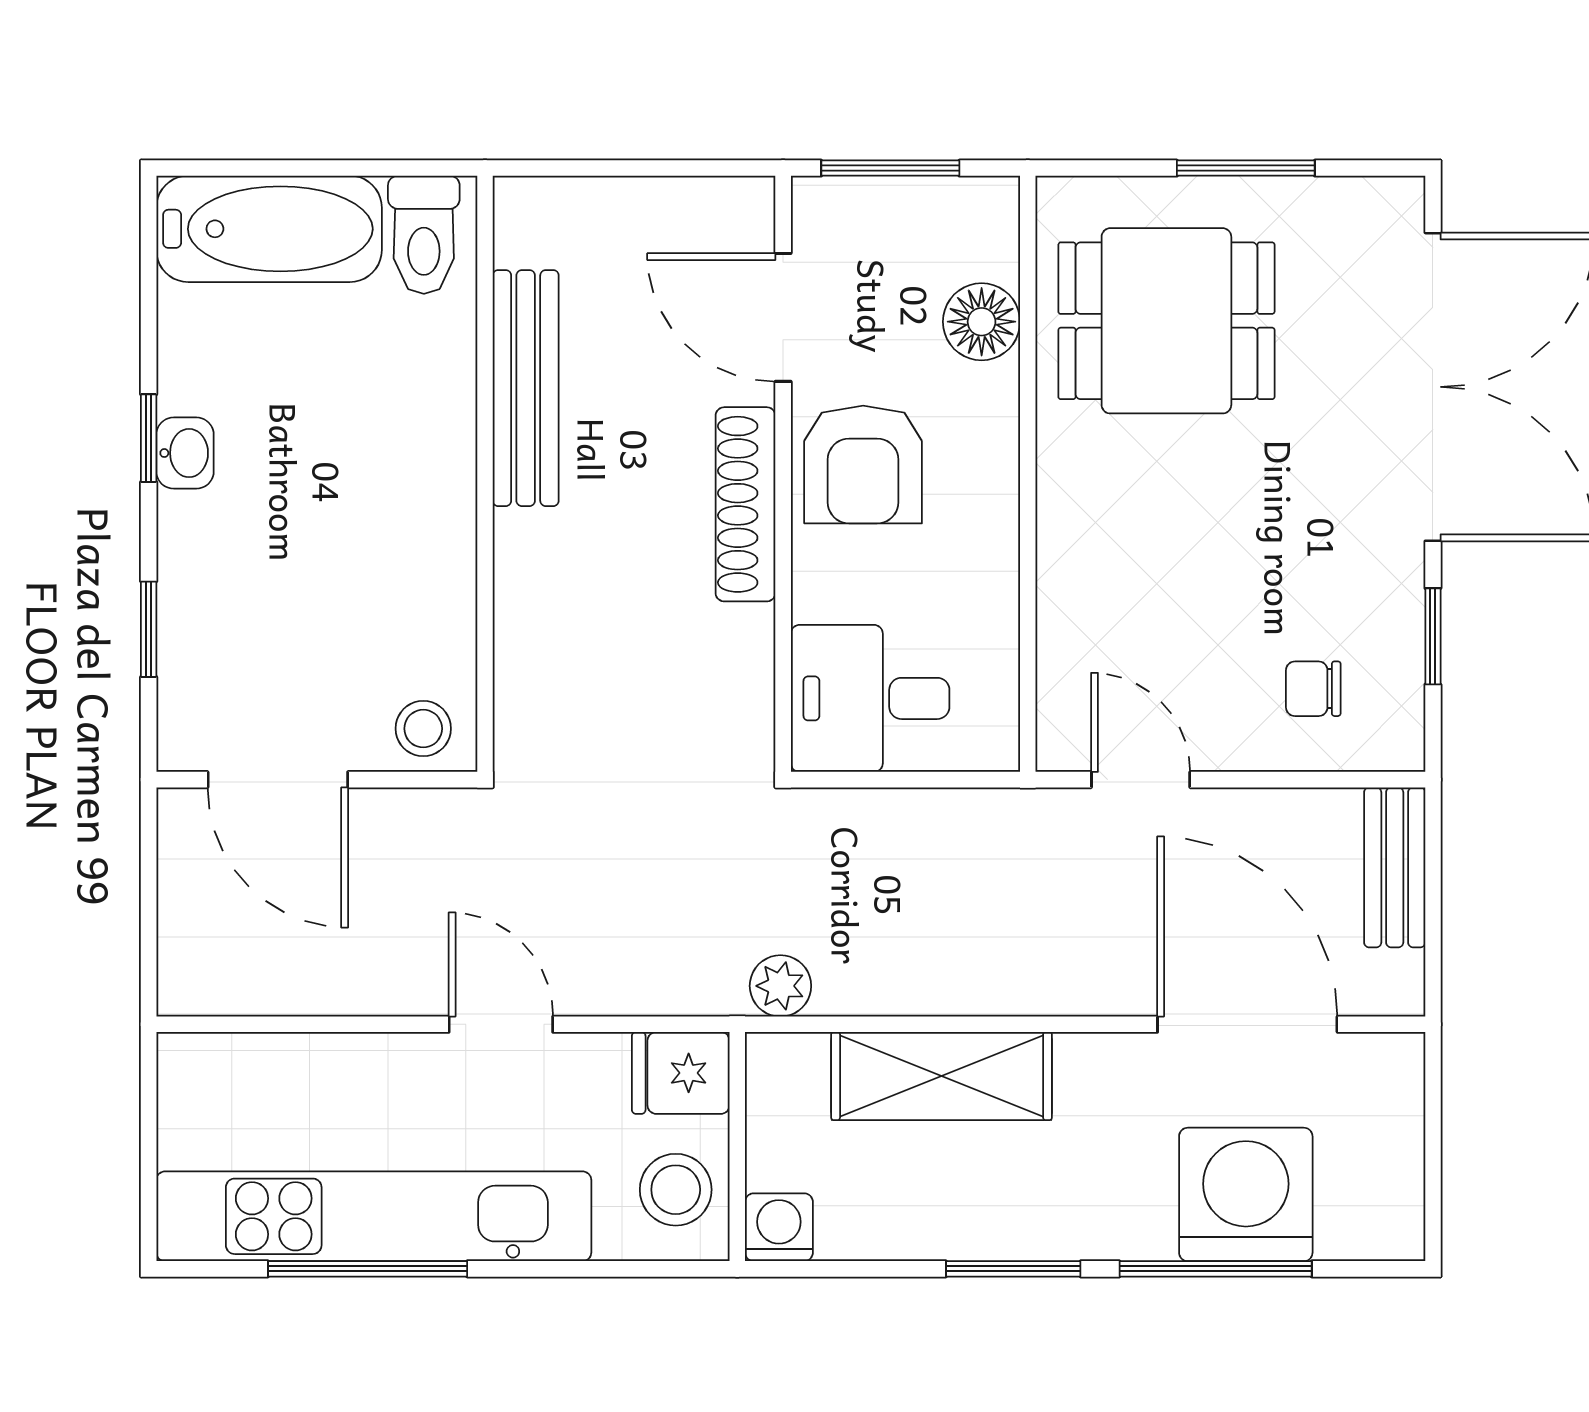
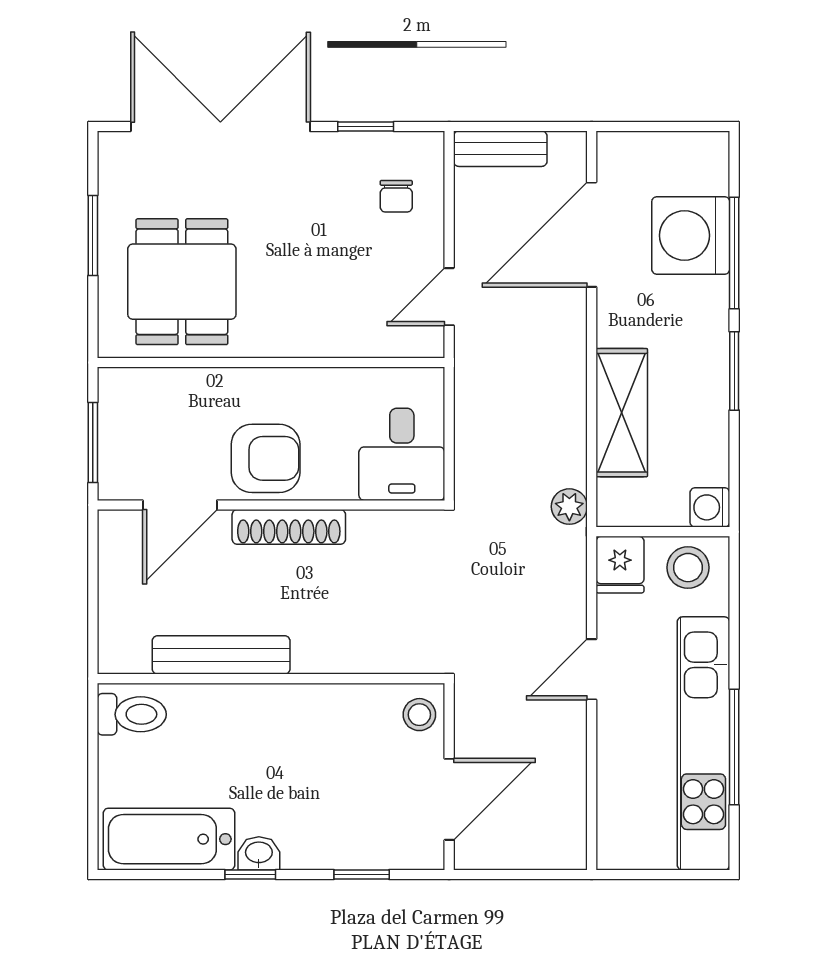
bathtub: (269, 229) -> (169, 839), moved, turned -90
floor lamp: (982, 322) -> (182, 389), removed

